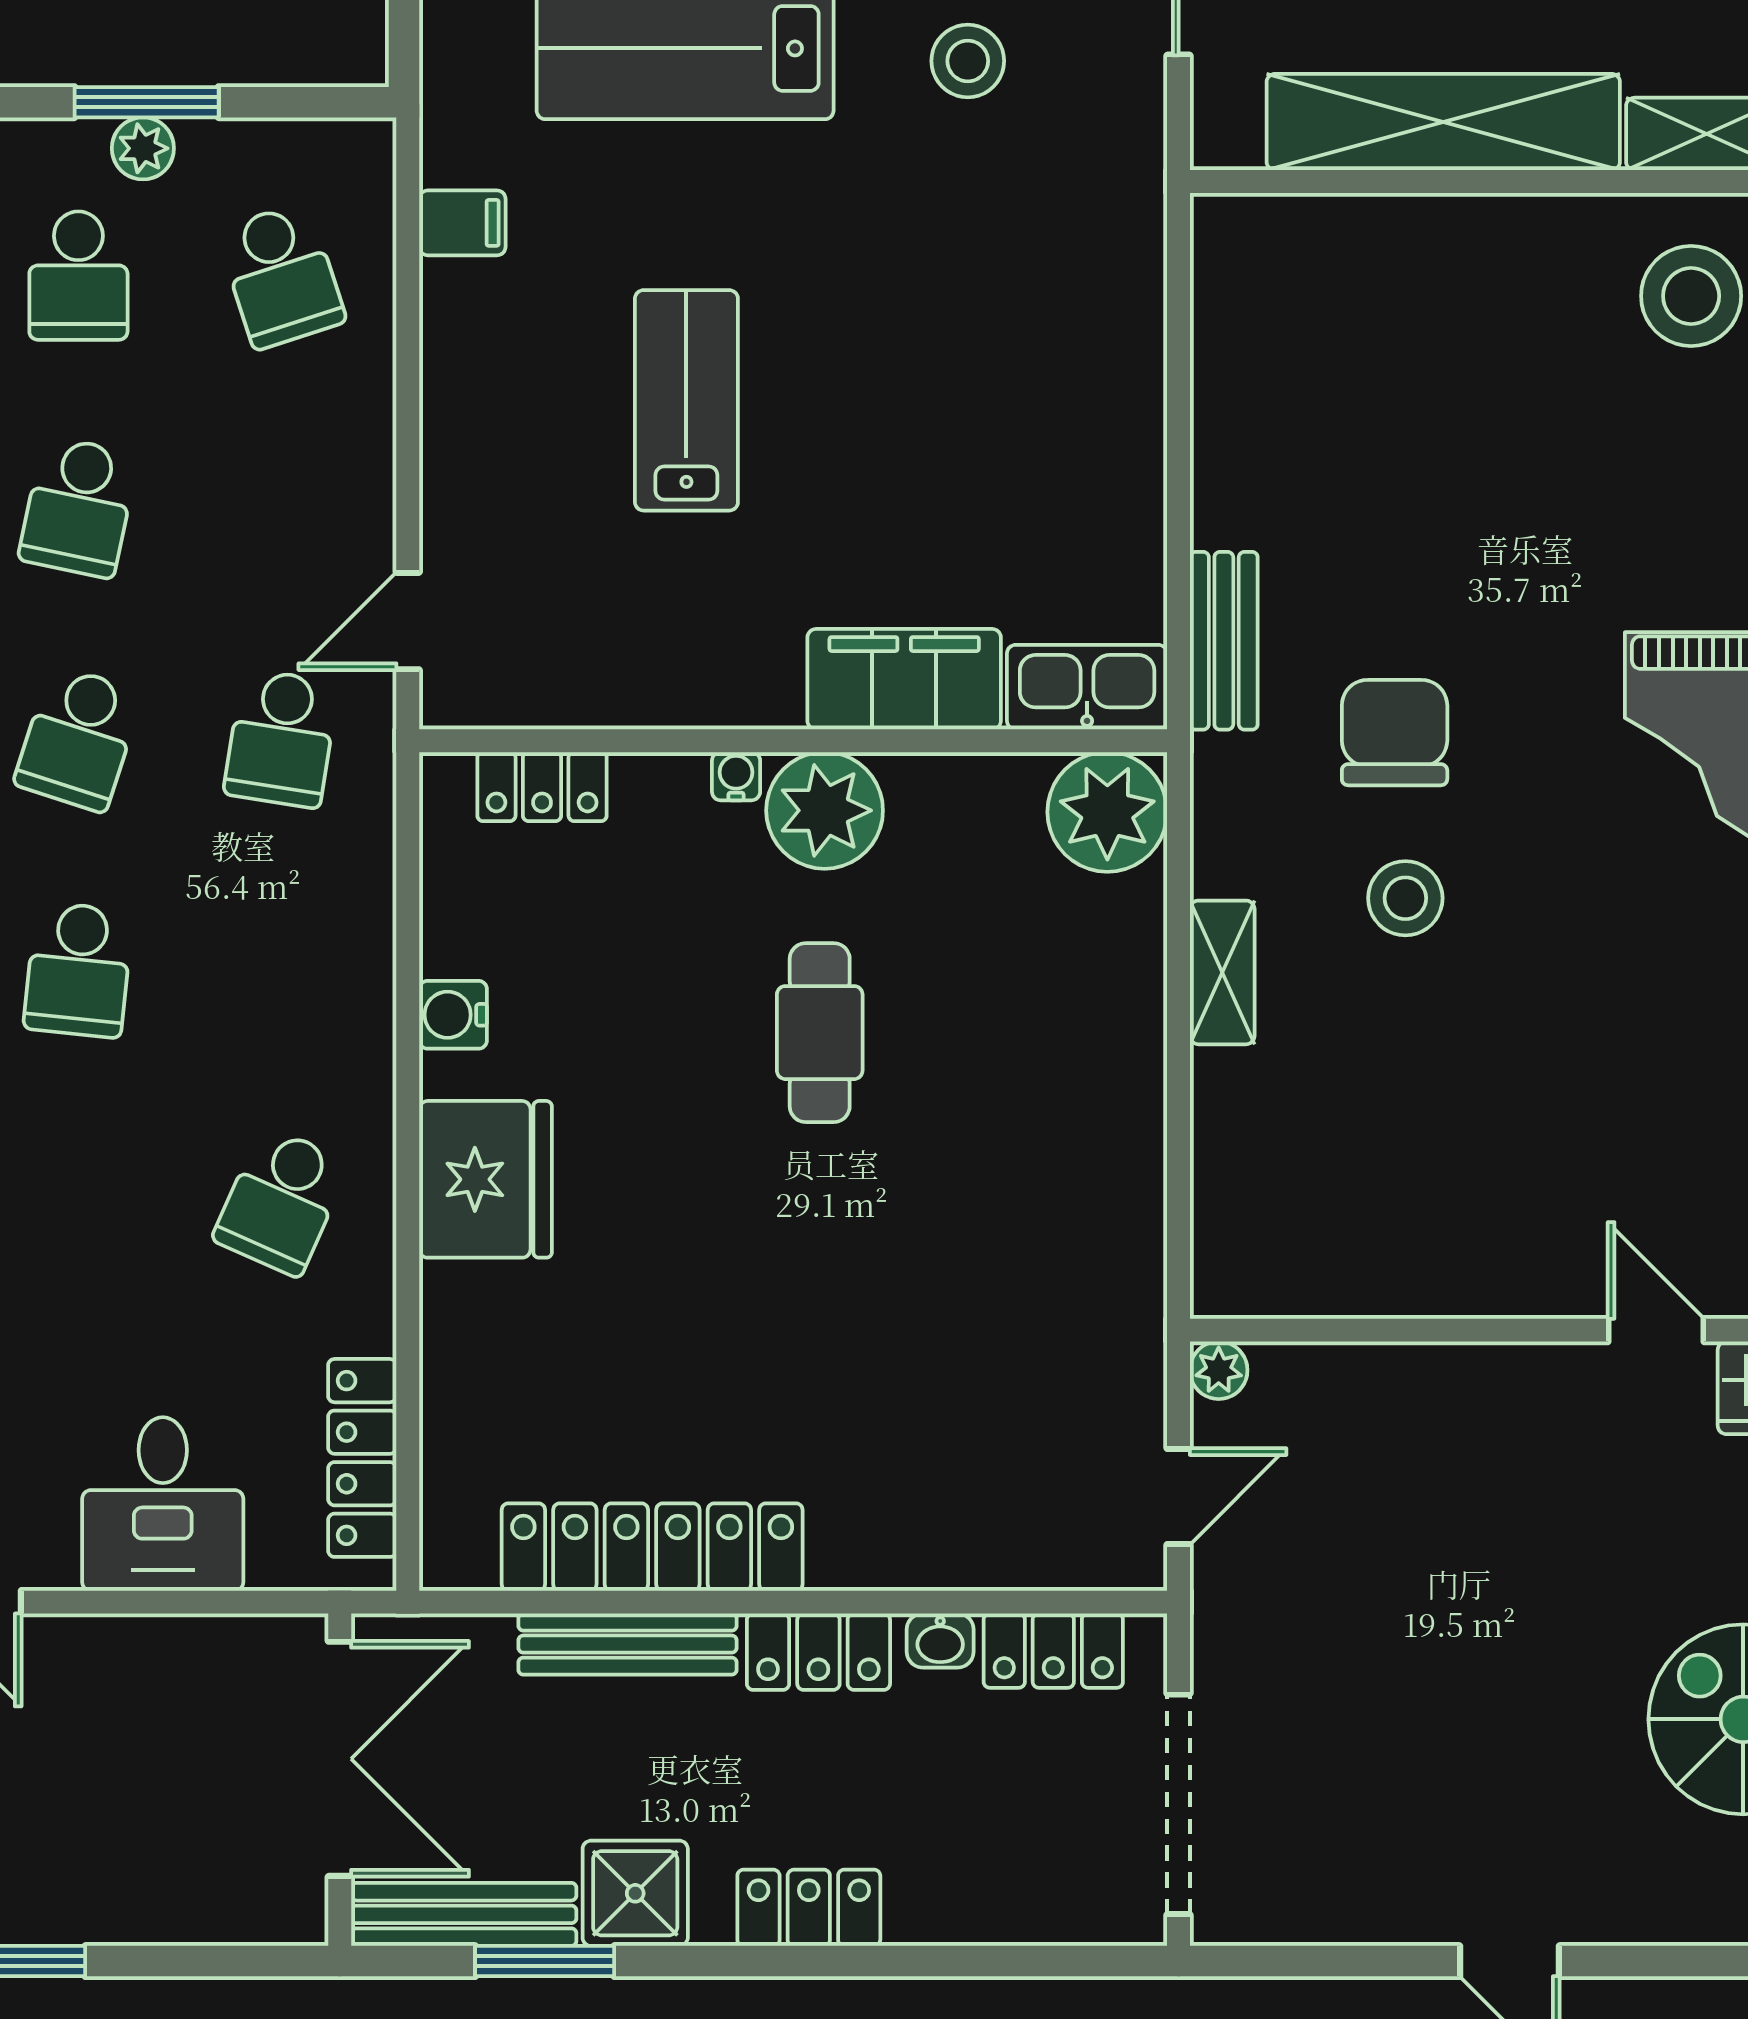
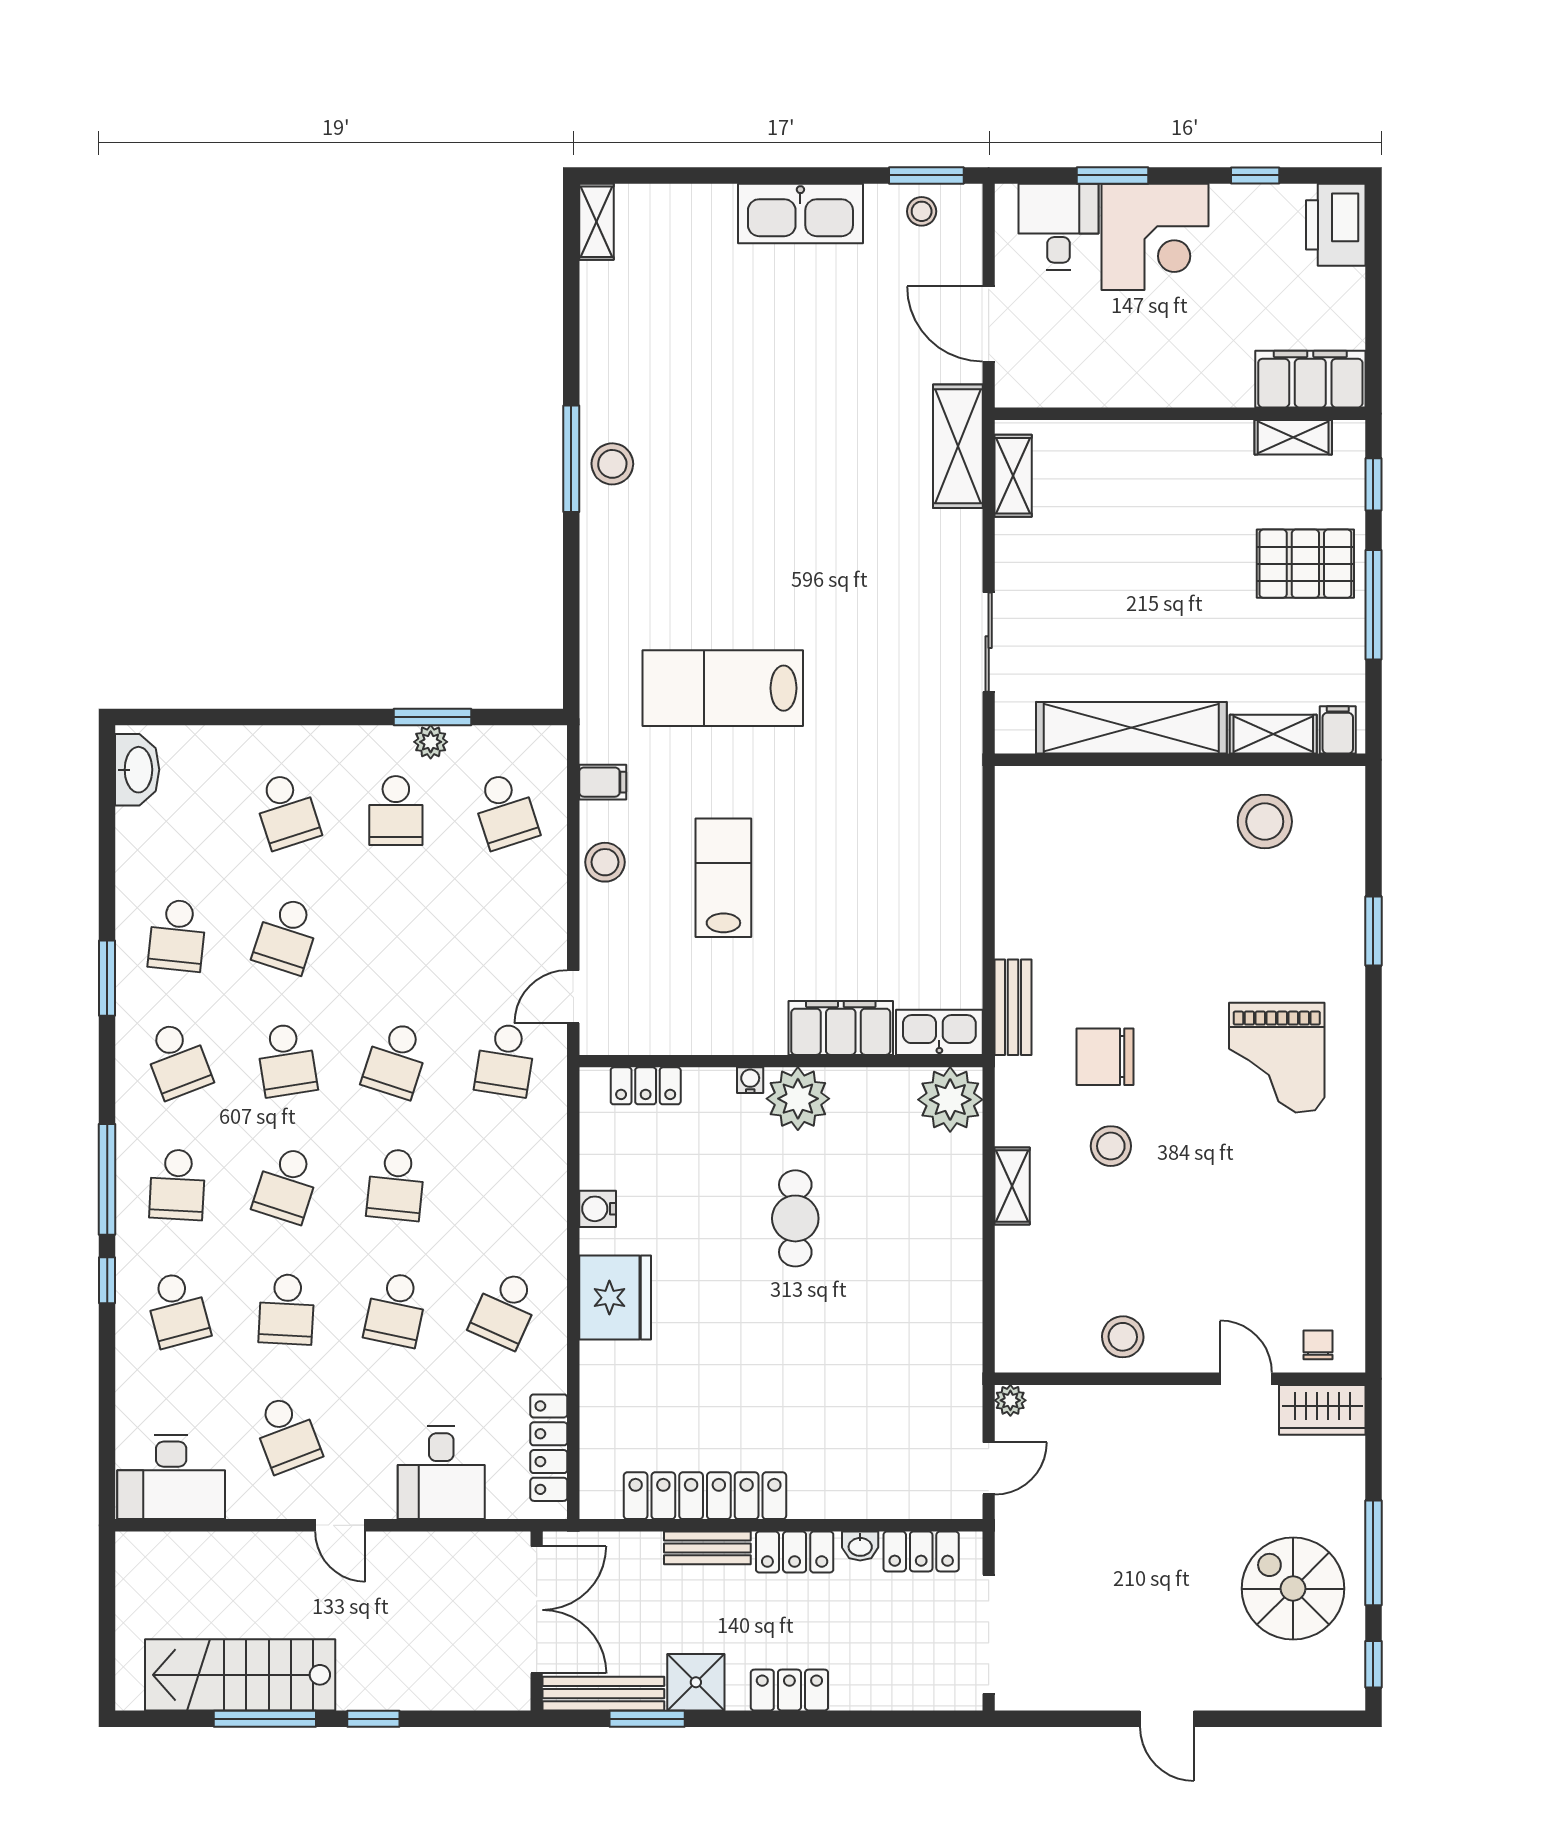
stool: (968, 61) -> (605, 862), moved
school desk: (78, 507) -> (396, 1309), moved
chair: (1395, 733) -> (1105, 1057), turned -90
stool: (1427, 1252) -> (1123, 1337), added
bench: (628, 1644) -> (707, 1548), width x0.73

